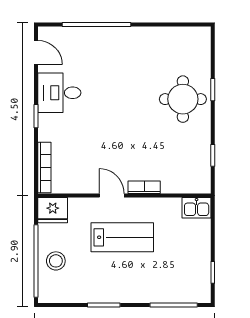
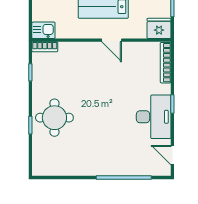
desk: (59, 93) -> (154, 117), width x1.37
bookcase: (144, 187) -> (45, 47), moved

